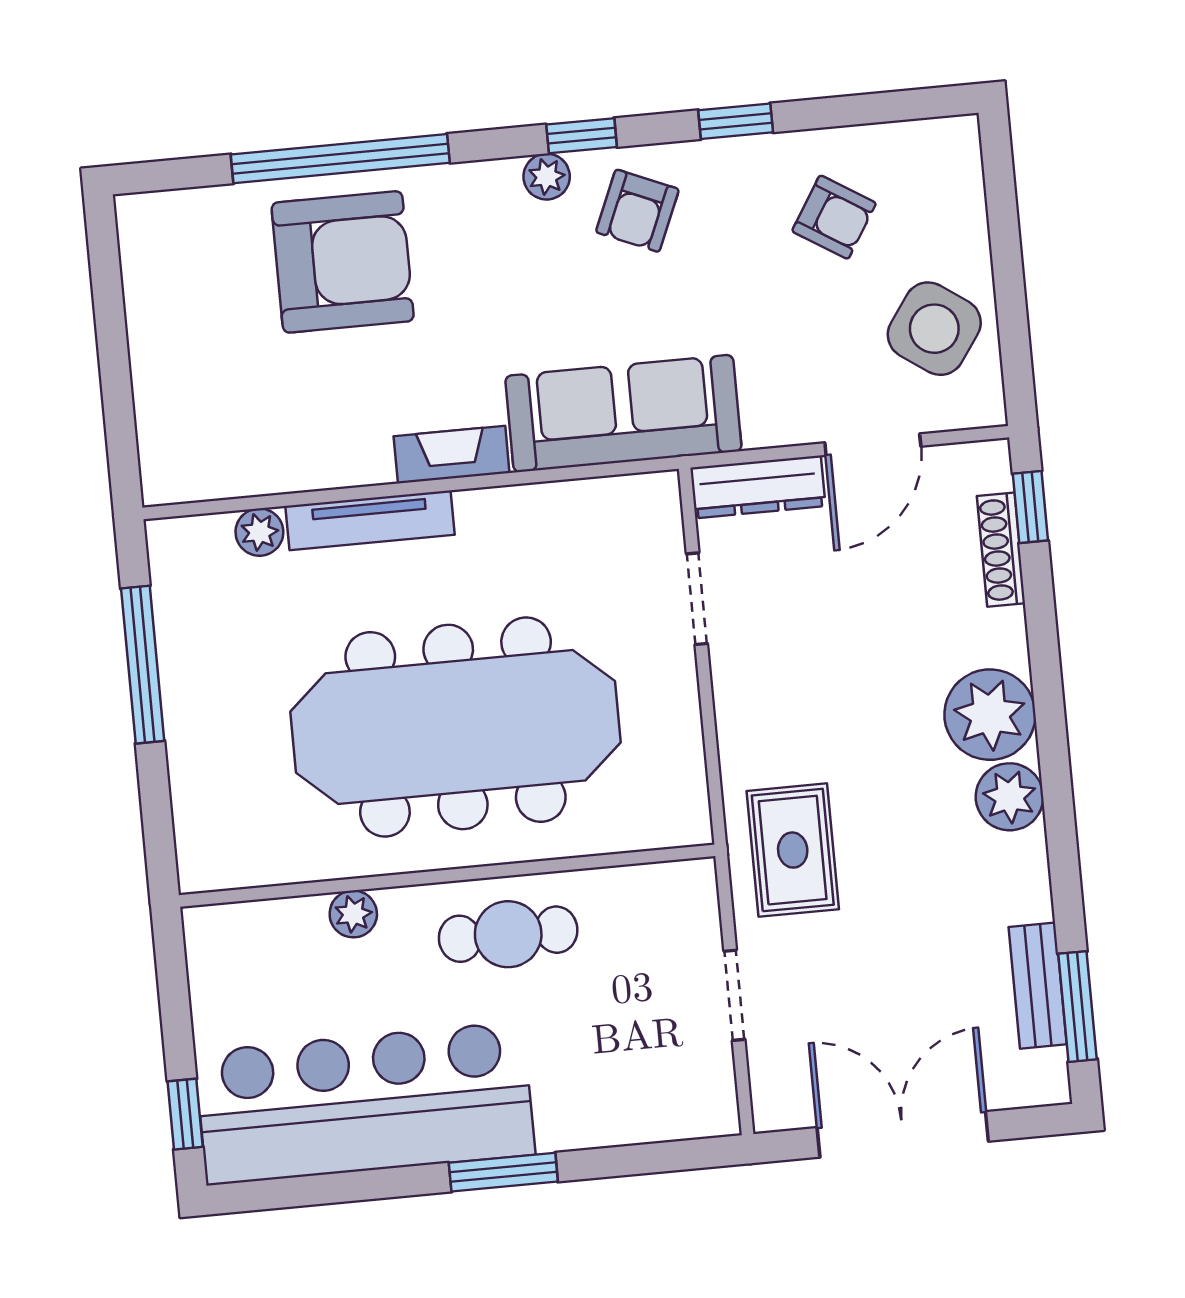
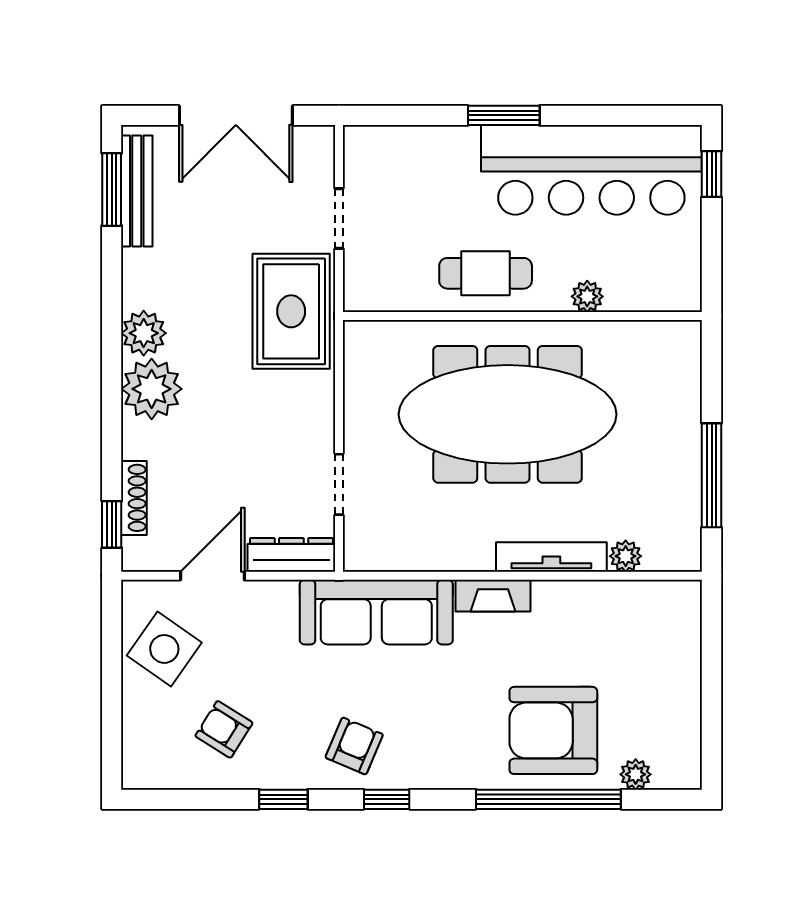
plant: (547, 177) -> (636, 774), moved
rug: (793, 850) -> (291, 311), width x1.36, depth x1.43
bench: (1038, 986) -> (137, 191), width x1.36

